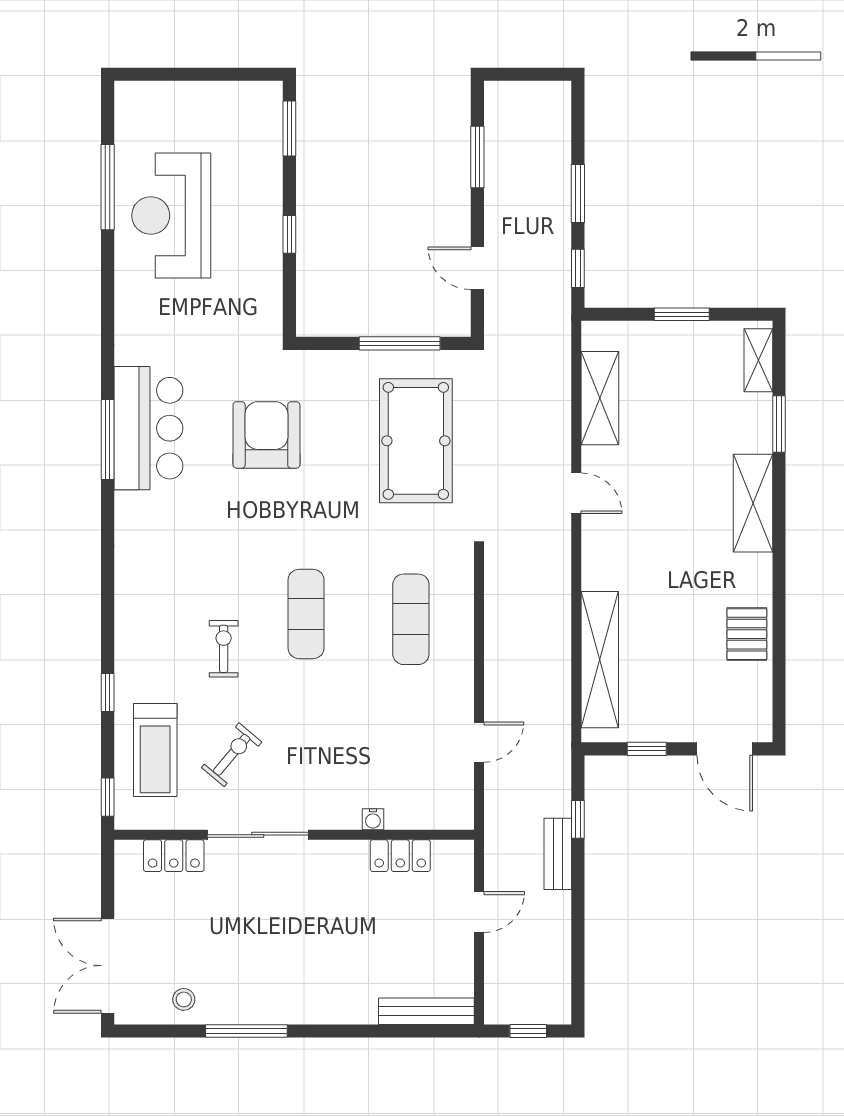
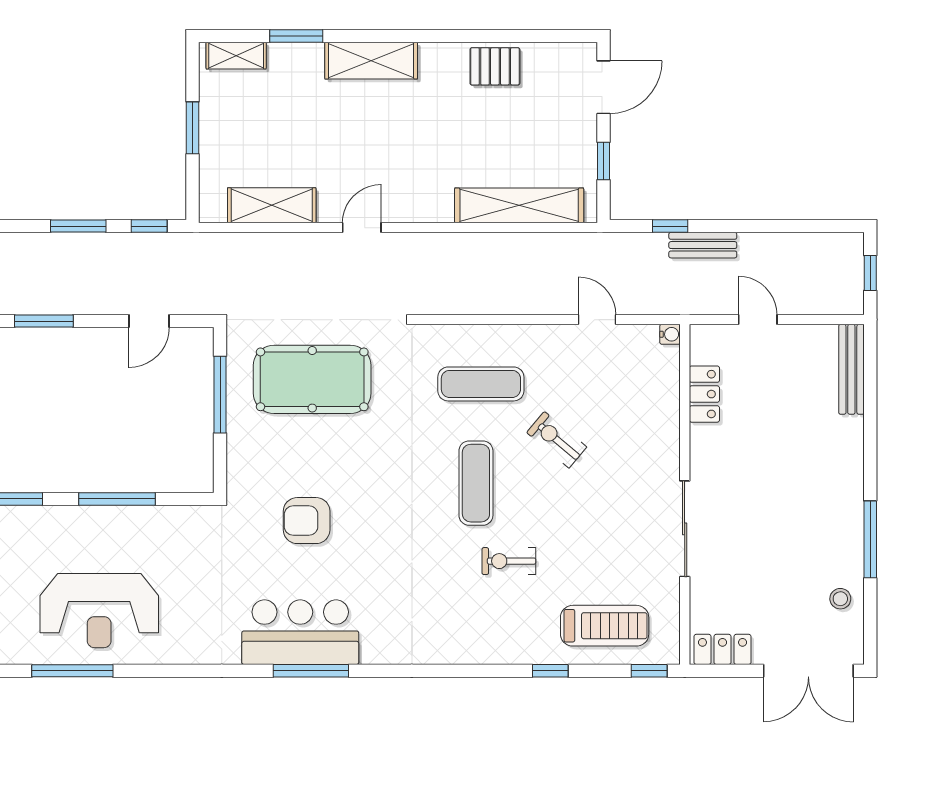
window: (289, 234) -> (117, 499), width x2.17
armchair: (266, 435) -> (307, 521), width x0.73, depth x0.73
exercise mat: (306, 614) -> (476, 483), turned 90
exercise bike: (232, 755) -> (557, 440), moved
water cooler: (373, 819) -> (670, 334), moved
locker: (174, 856) -> (723, 649), moved, turned -90

